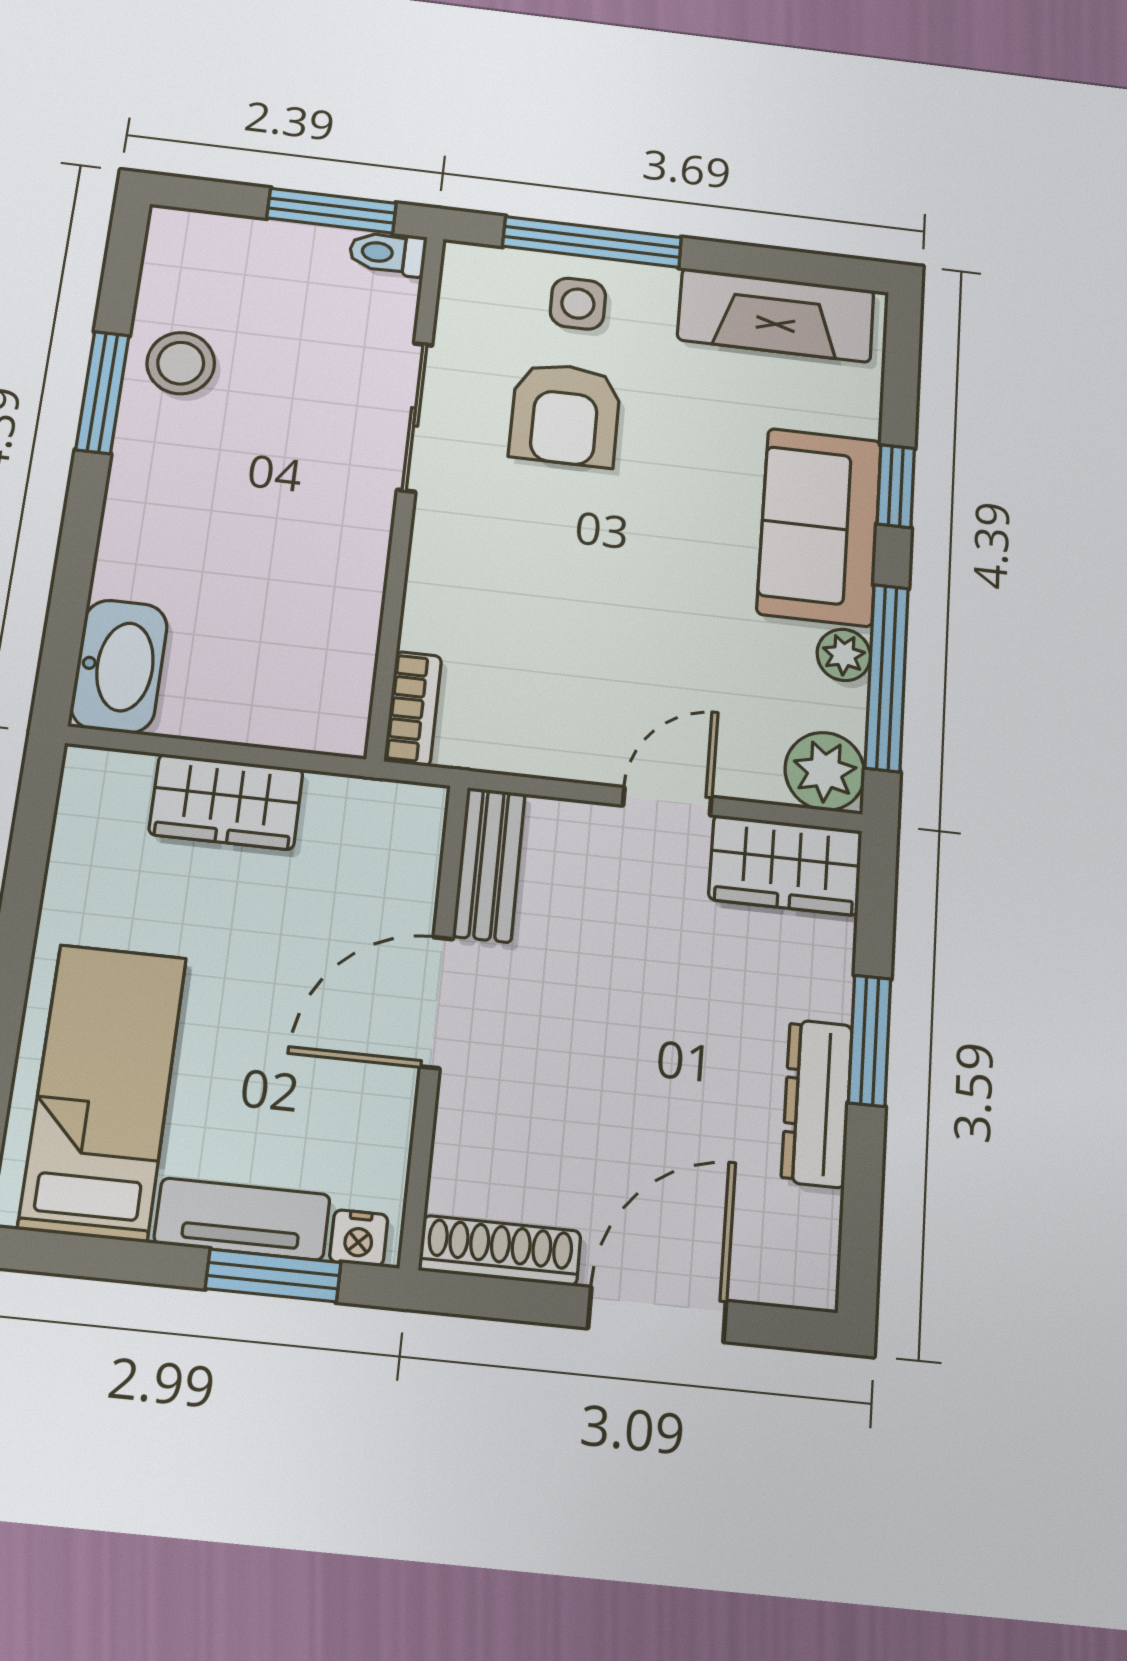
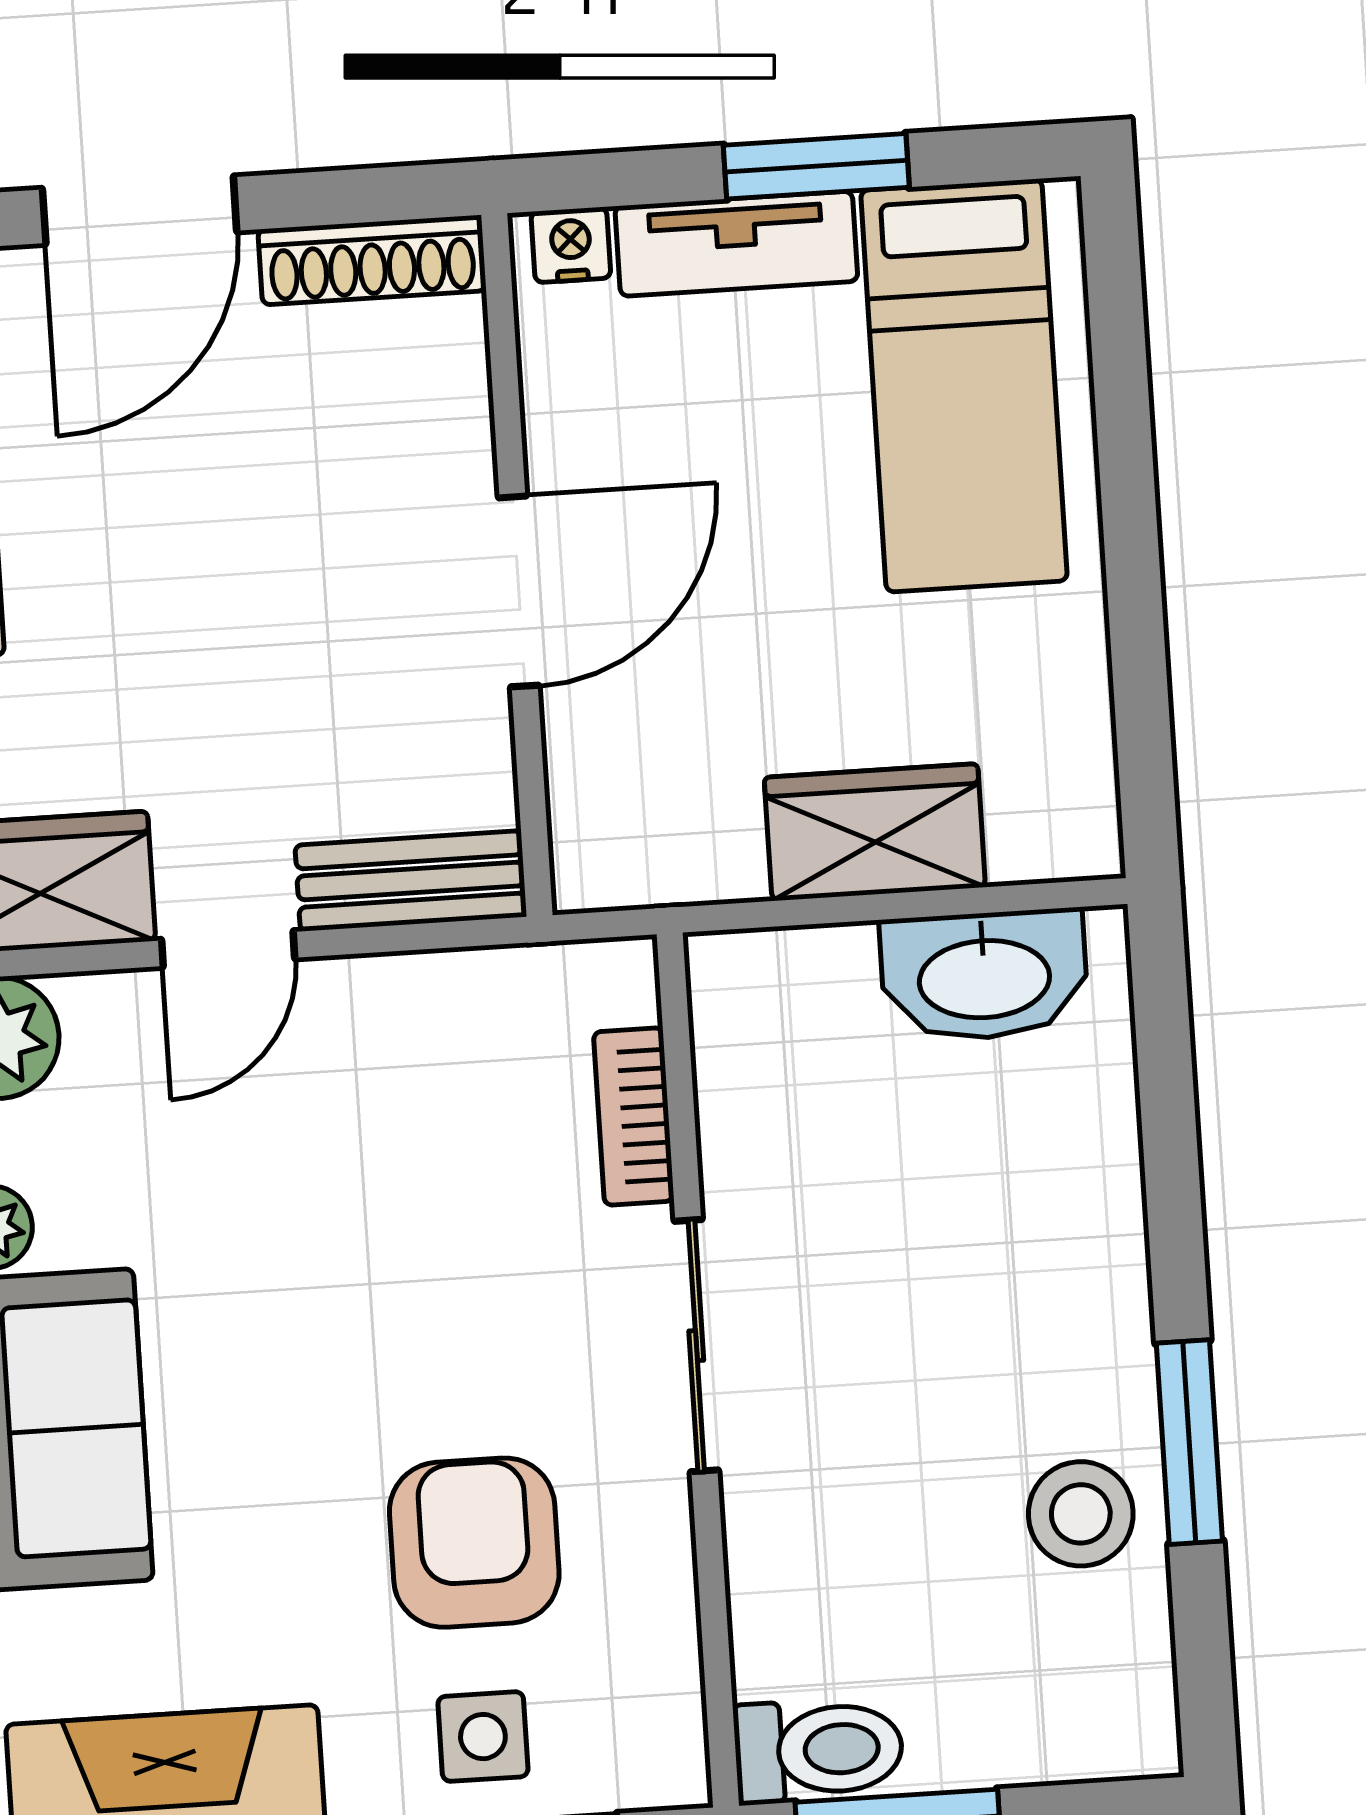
toilet: (388, 253) -> (818, 1750), width x1.37, depth x1.39
sliding door: (415, 417) -> (696, 1346), moved
washbasin: (119, 666) -> (984, 975), moved, turned -90
bookcase: (413, 709) -> (634, 1116), moved
bench: (489, 864) -> (411, 881), moved, turned 90
window: (273, 1276) -> (816, 166), moved

